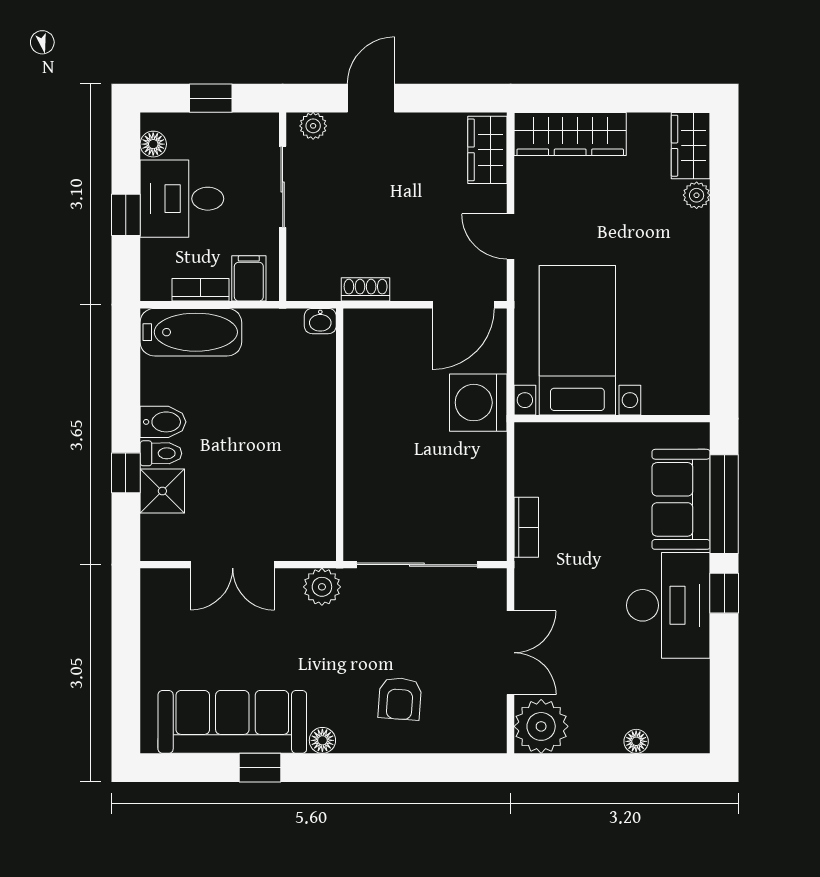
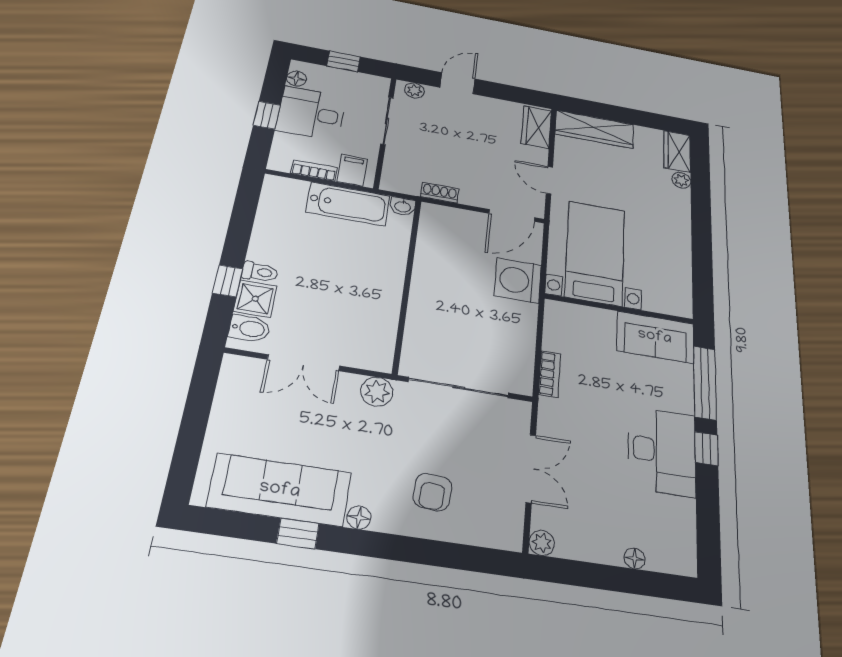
bathtub: (191, 332) -> (348, 204), moved
bidet: (163, 422) -> (249, 329), moved
sofa: (681, 499) -> (655, 337), moved, turned -90
plant: (541, 726) -> (542, 543), width x0.53, depth x0.53

